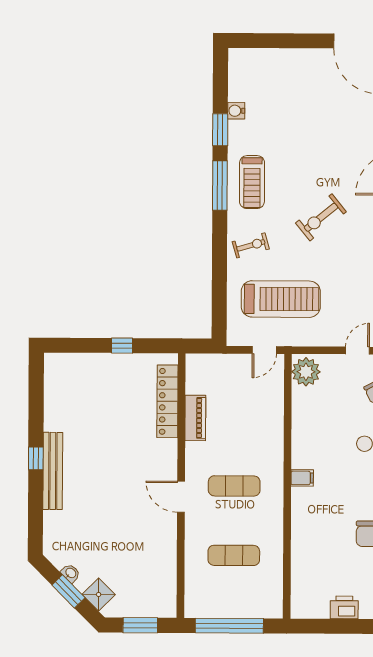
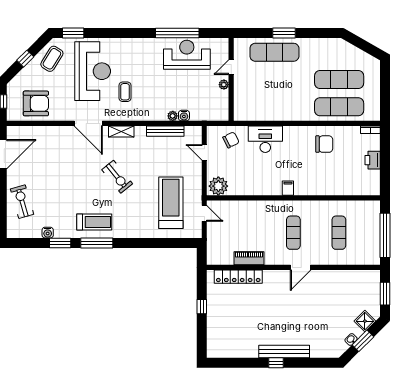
exercise bike: (251, 245) -> (22, 202), moved, width x1.38, depth x1.39

